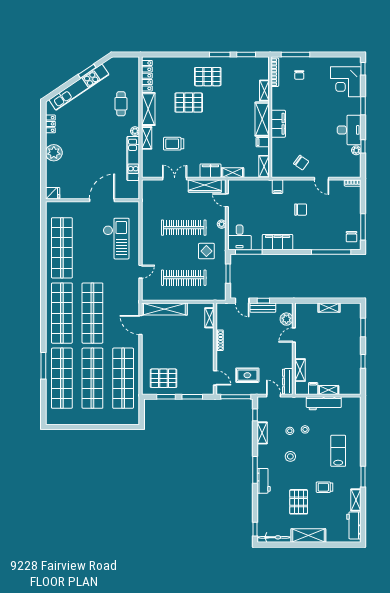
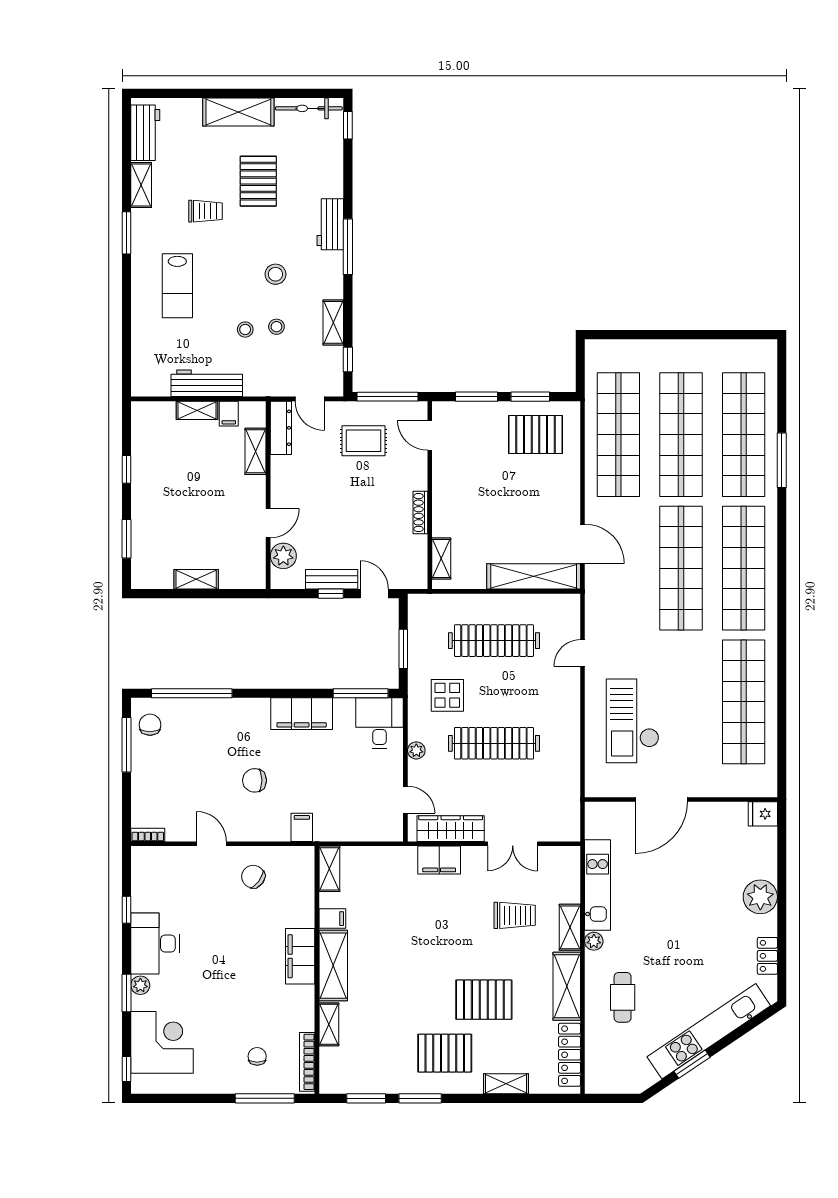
plant: (356, 150) -> (140, 985), moved
shelving: (233, 173) -> (506, 1084), moved

